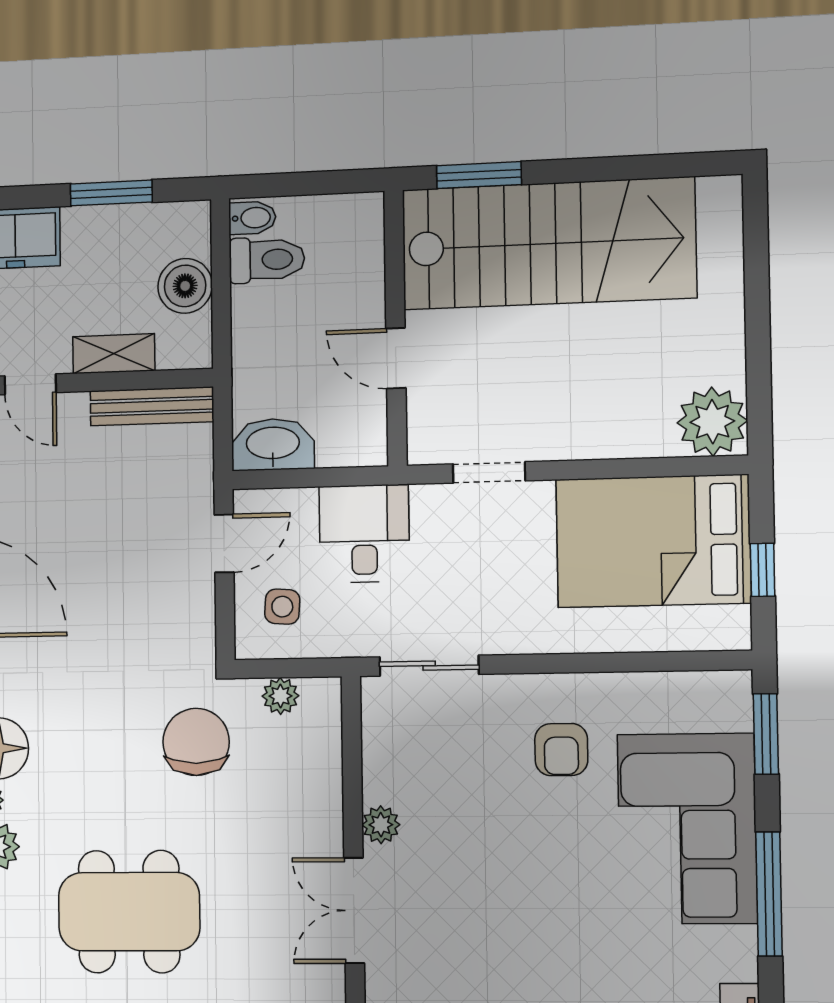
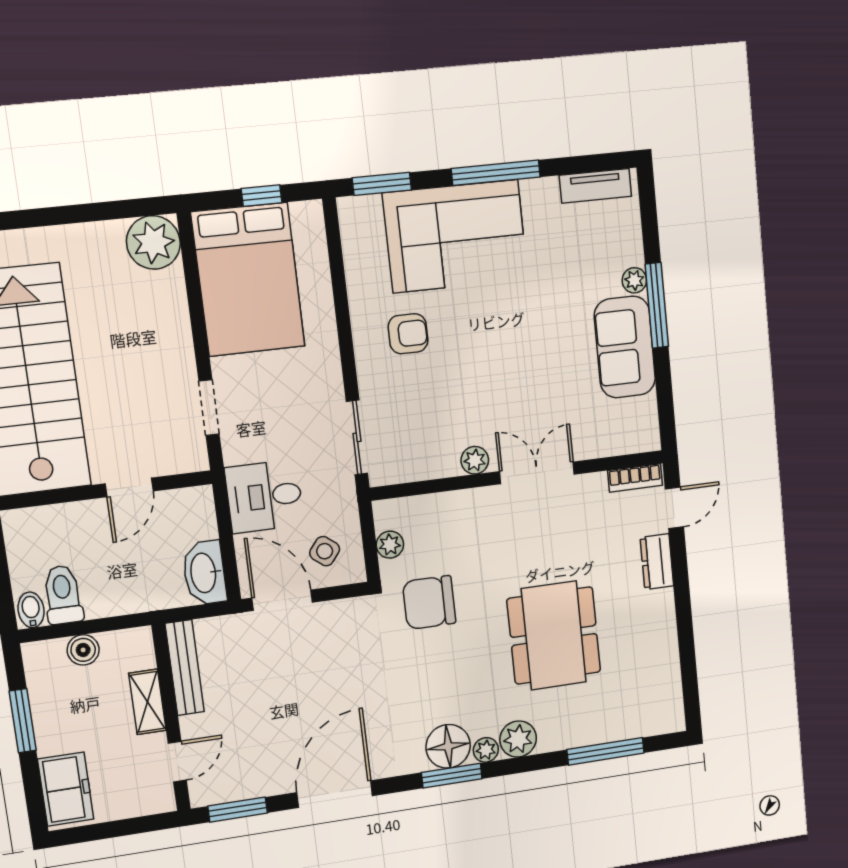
boiler: (185, 286) -> (83, 650), width x0.73, depth x0.73
door: (224, 543) -> (282, 600), width x1.38
side table: (282, 607) -> (325, 551), turned 34
double door: (354, 910) -> (537, 473), swing flipped

